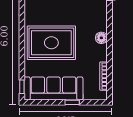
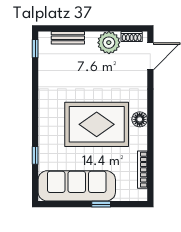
rug: (51, 43) -> (97, 124), moved
window: (22, 87) -> (35, 155), moved

